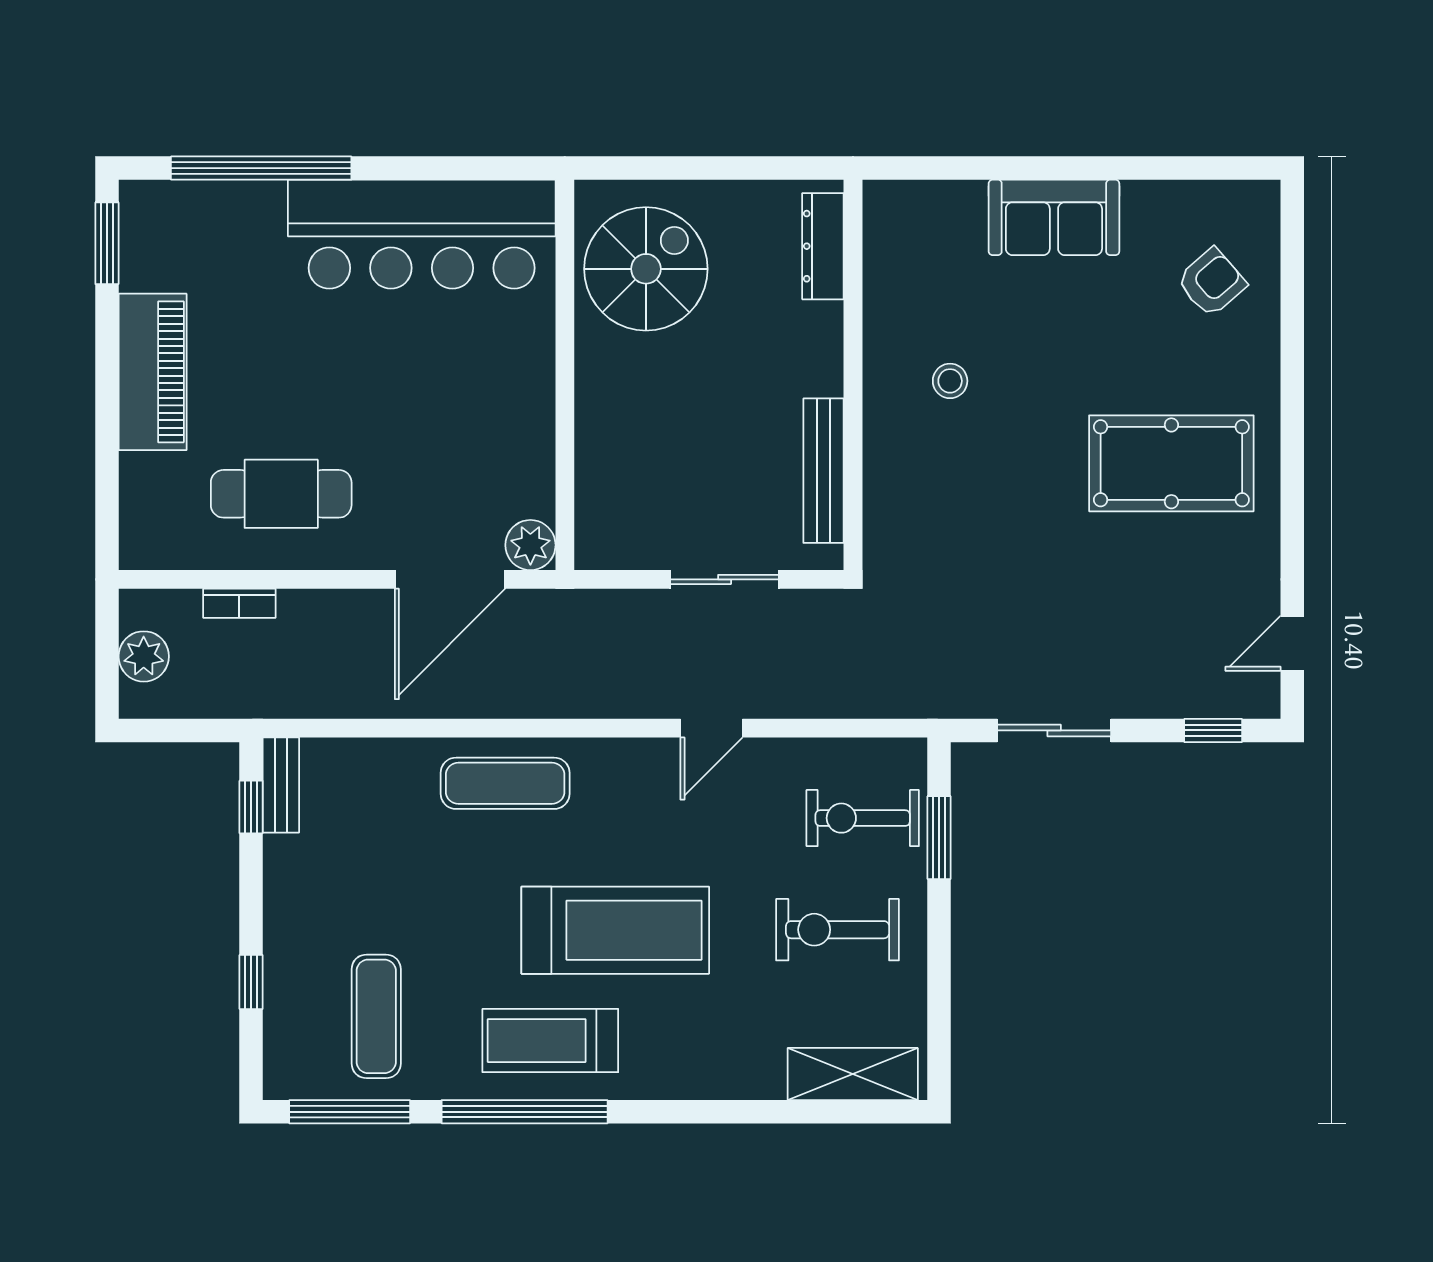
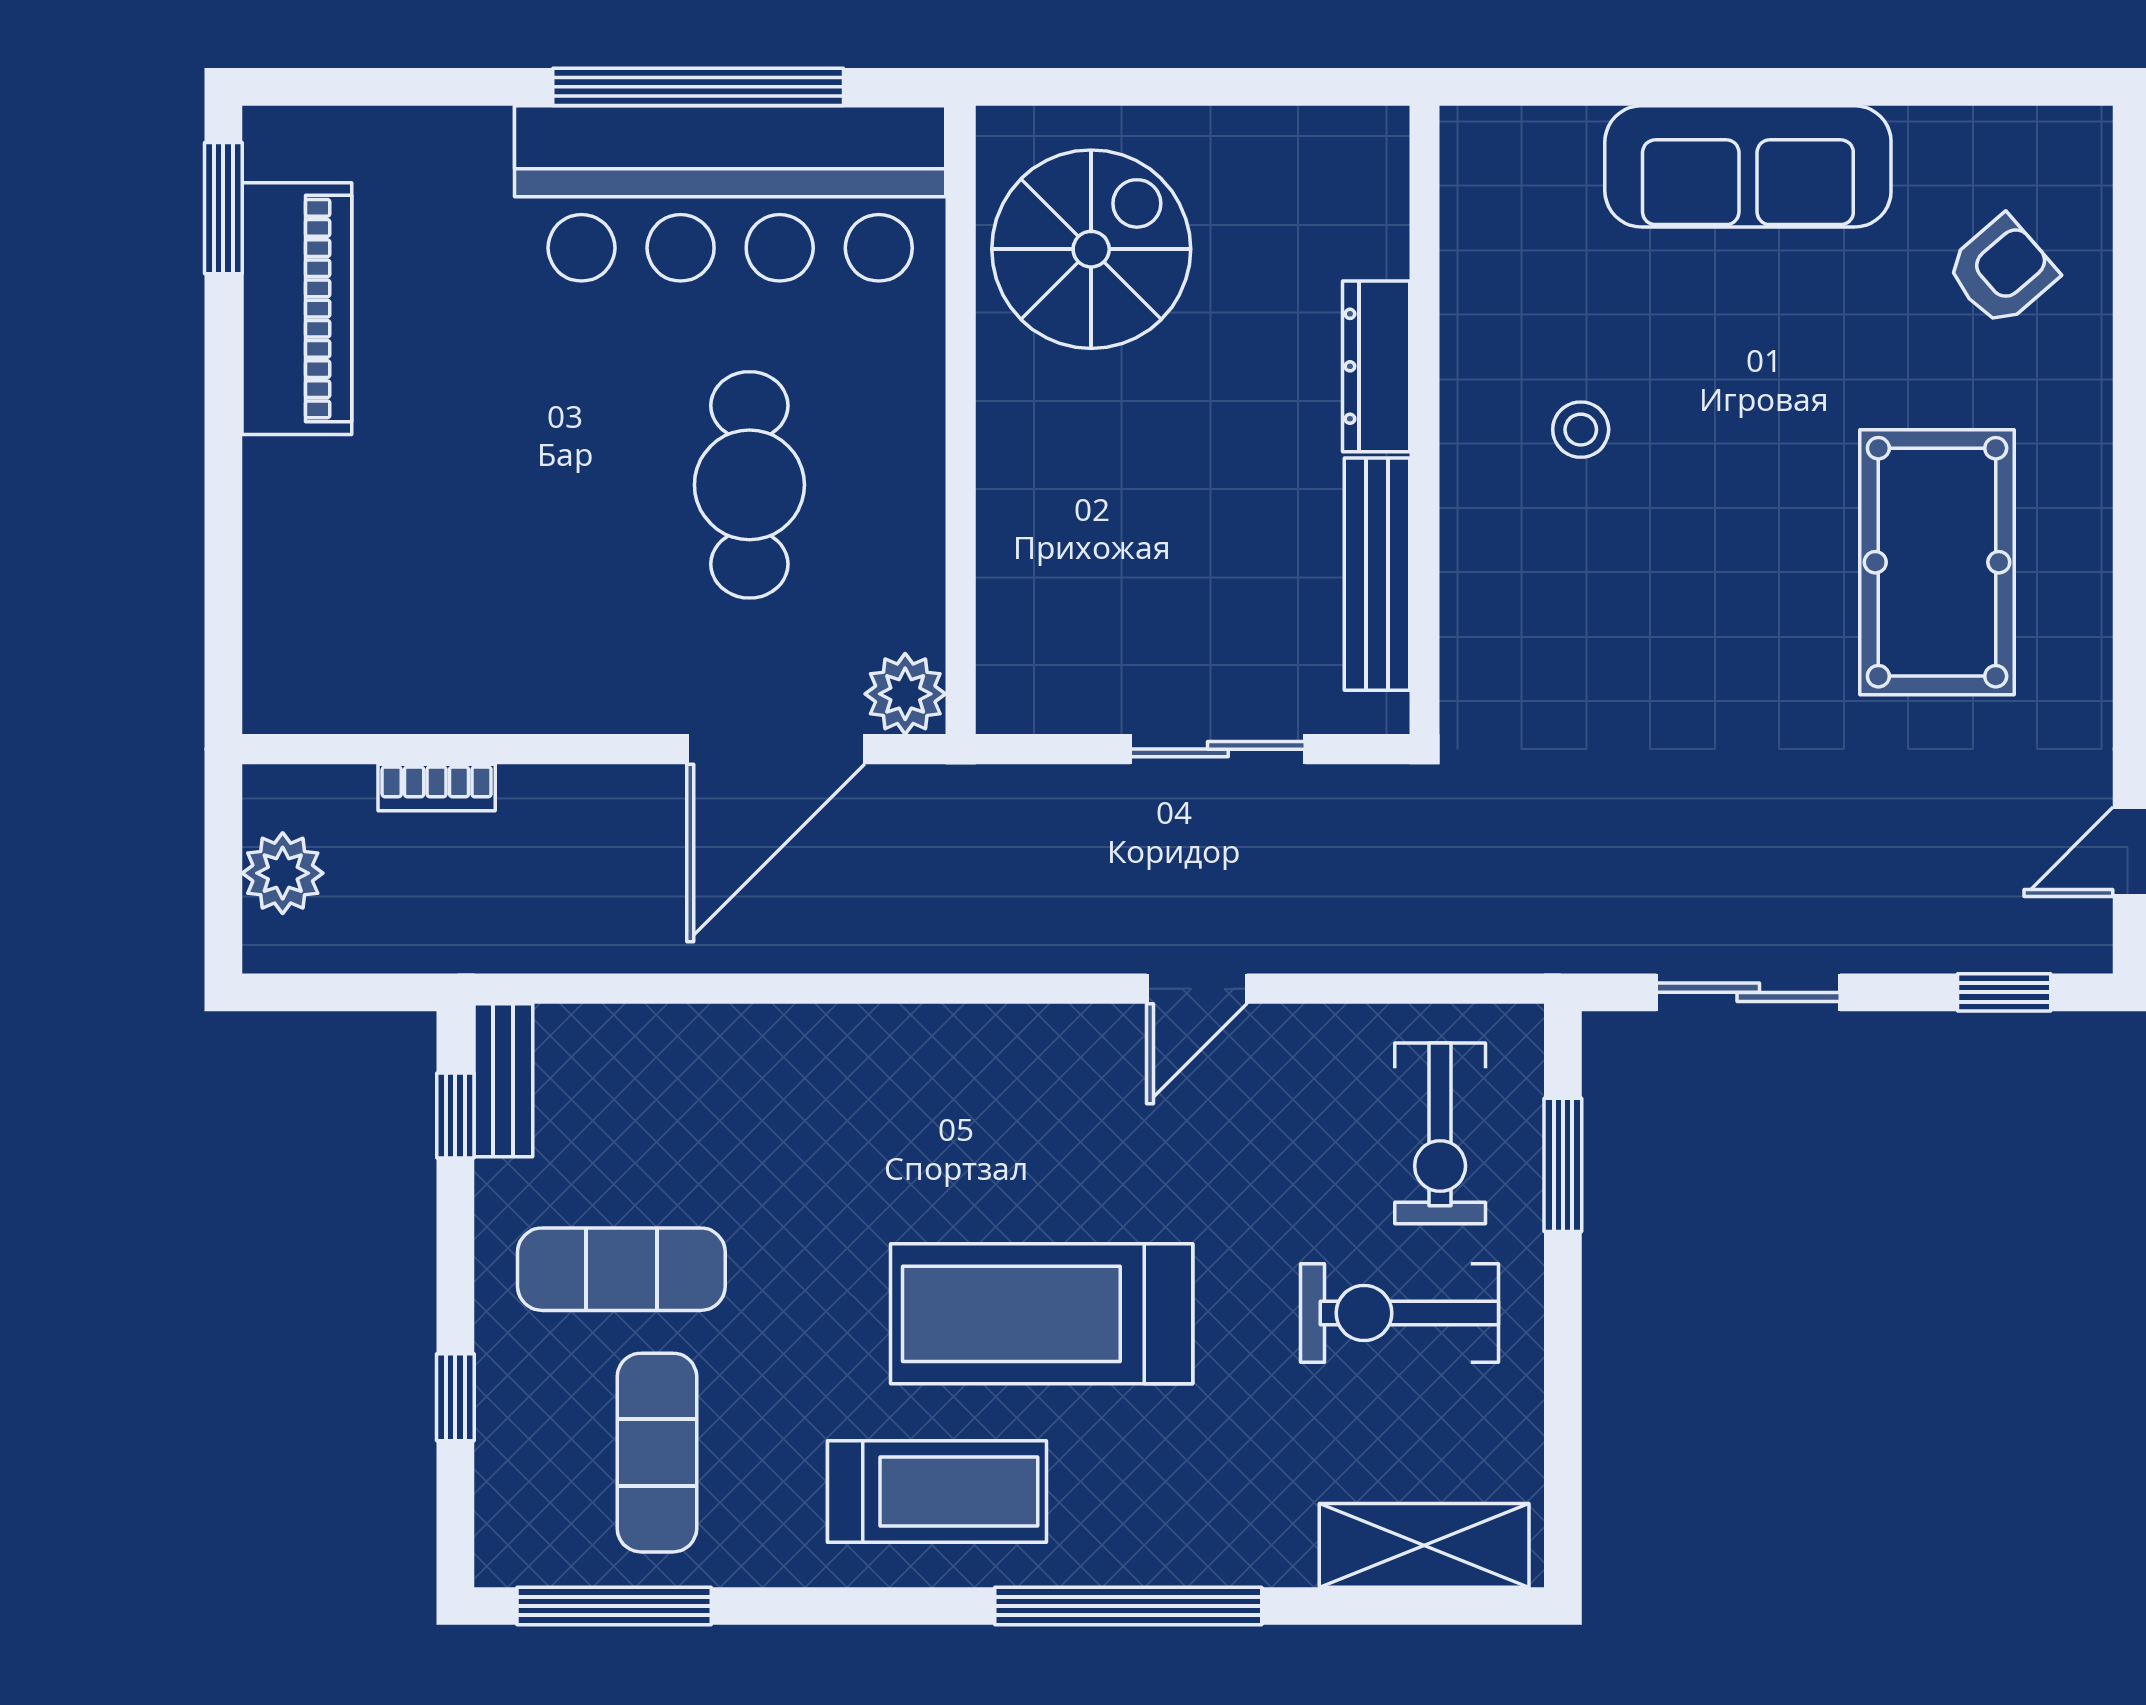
window: (261, 168) -> (698, 87), moved
sofa: (1054, 217) -> (1748, 166), width x1.36
dresser: (823, 246) -> (1376, 366), moved
piano: (153, 372) -> (297, 309), moved
pool table: (1171, 463) -> (1937, 562), turned 90
cafe table: (281, 494) -> (749, 485), moved, turned 90
exercise mat: (505, 783) -> (621, 1269), moved
exercise bike: (863, 818) -> (1440, 1133), turned -90
treadmill: (615, 930) -> (1042, 1314), turned 180
treadmill: (550, 1041) -> (937, 1492), turned 180
window: (525, 1112) -> (1128, 1606), moved

